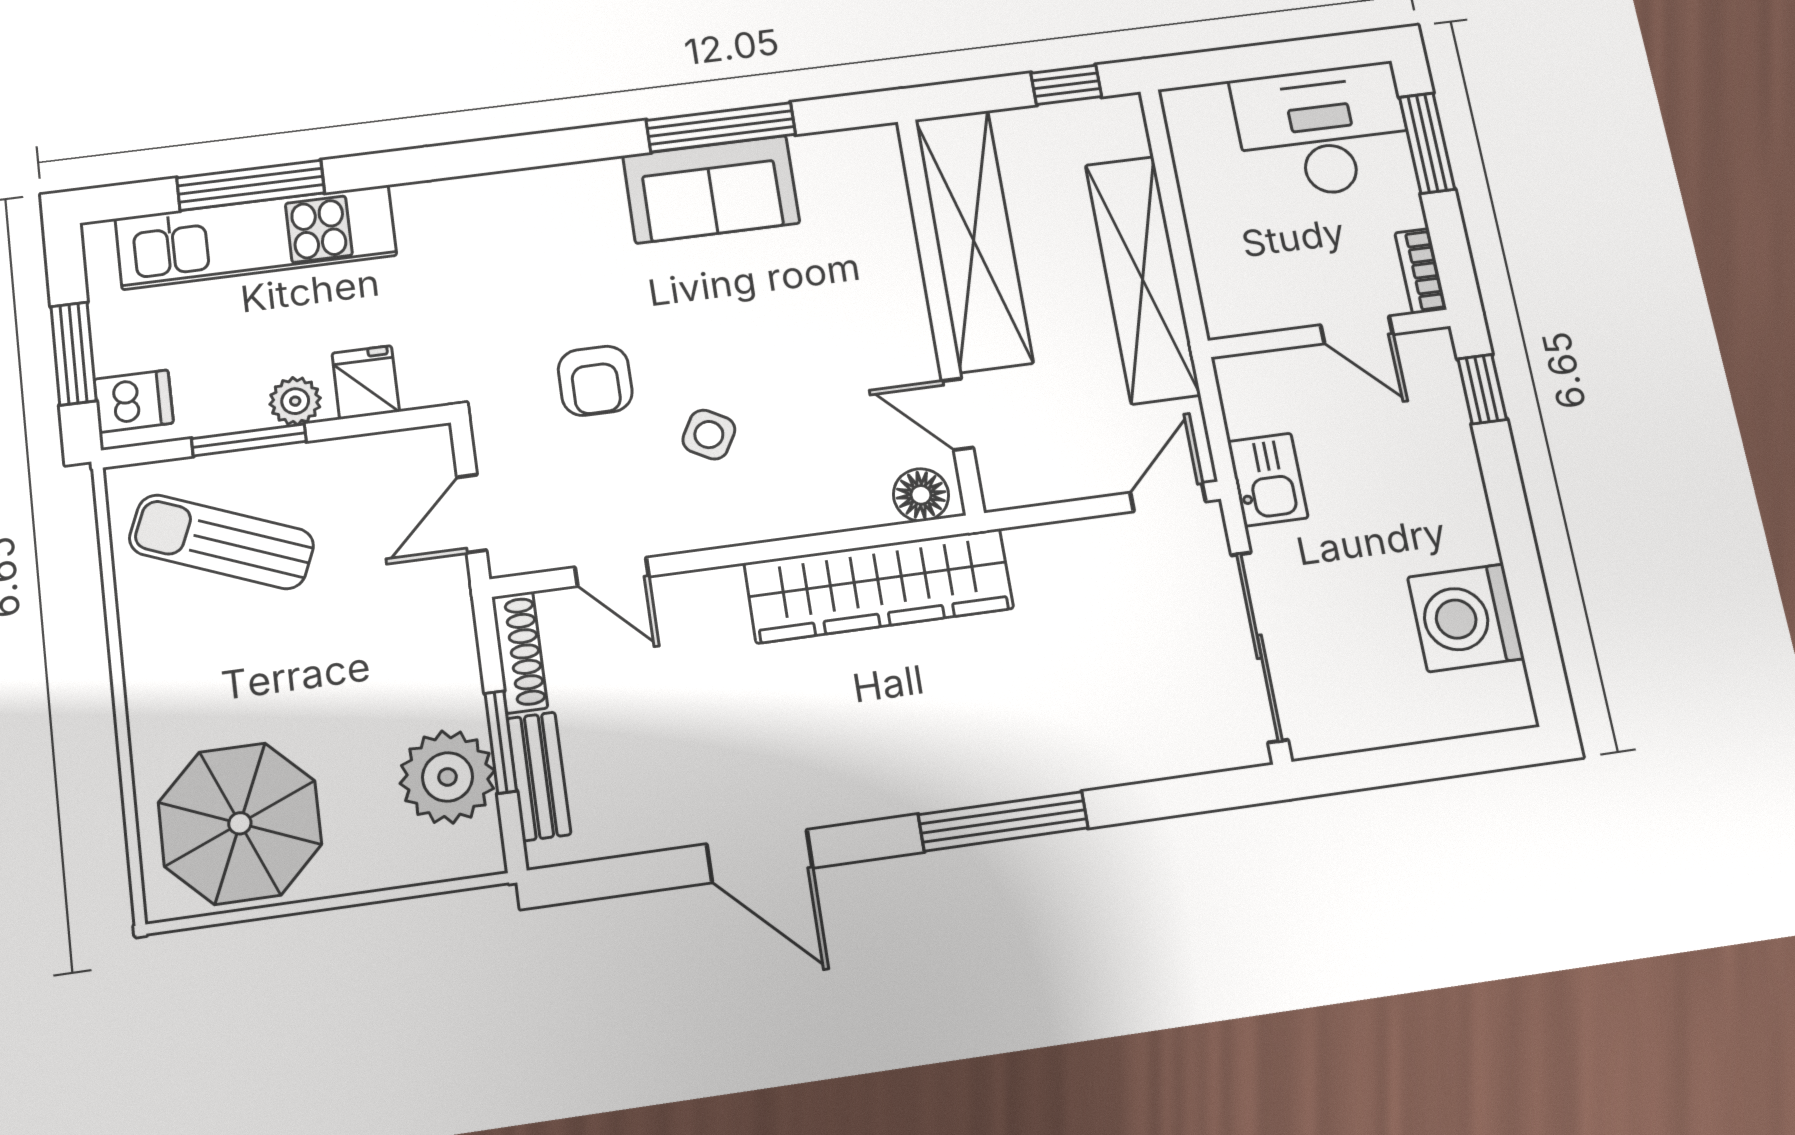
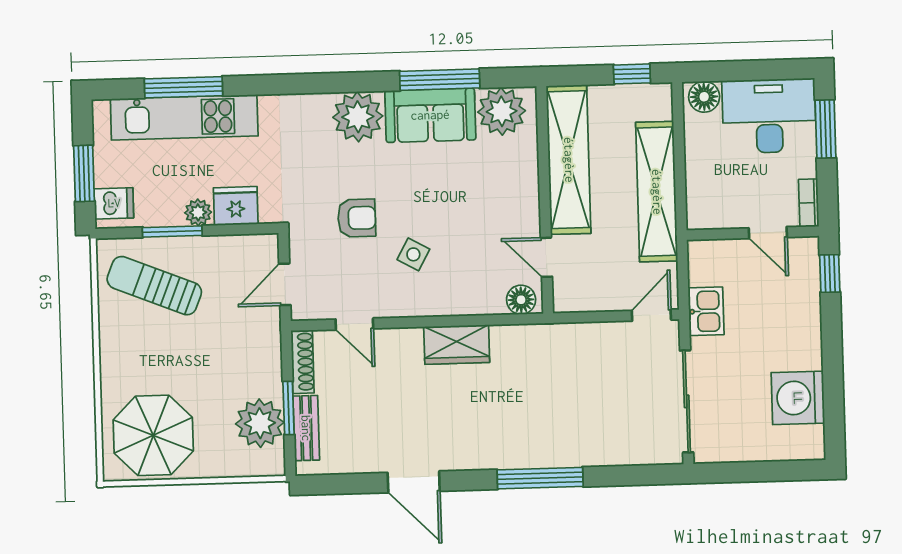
floor lamp: (1201, 110) -> (704, 97), added
plant: (840, 170) -> (502, 111), added
plant: (578, 205) -> (358, 117), added
armchair: (595, 381) -> (357, 218), turned -90
fridge: (366, 382) -> (236, 206), width x1.38
wardrobe: (879, 586) -> (457, 345), width x0.48, depth x0.85

